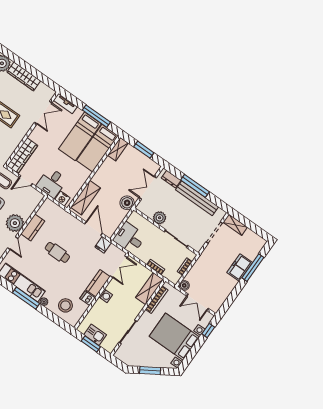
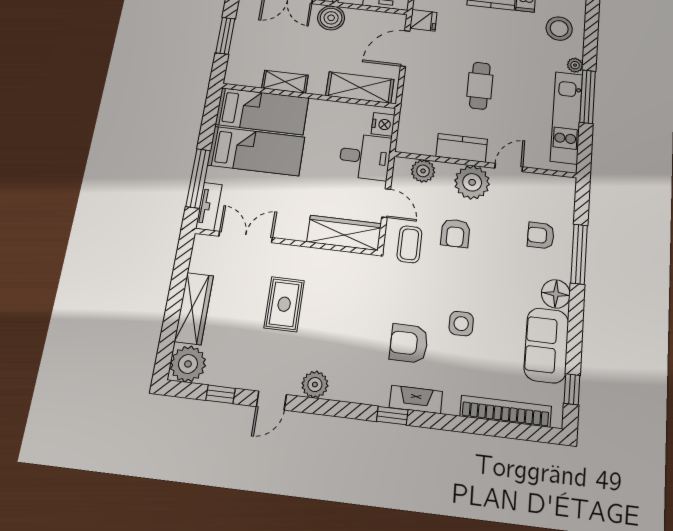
window: (96, 116) -> (198, 178), moved
shelving: (118, 149) -> (285, 82), moved
plant: (31, 205) -> (423, 171), added

